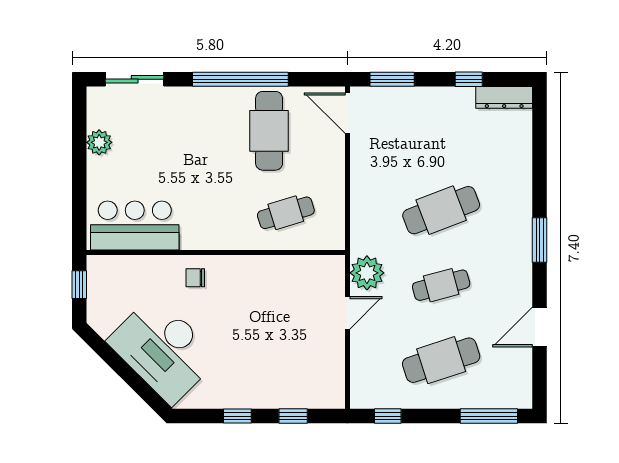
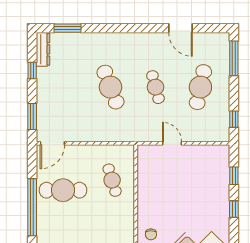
window: (540, 240) -> (68, 28), moved
plant: (367, 273) -> (148, 132), removed
cafe table: (441, 360) -> (200, 87), turned 30

